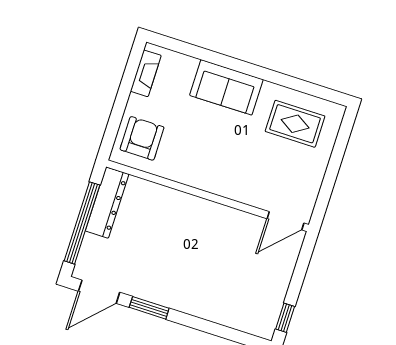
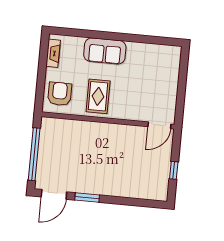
rug: (295, 124) -> (98, 96), moved, turned 90
dresser: (107, 203) -> (47, 138), removed
window: (285, 318) -> (174, 170), moved

